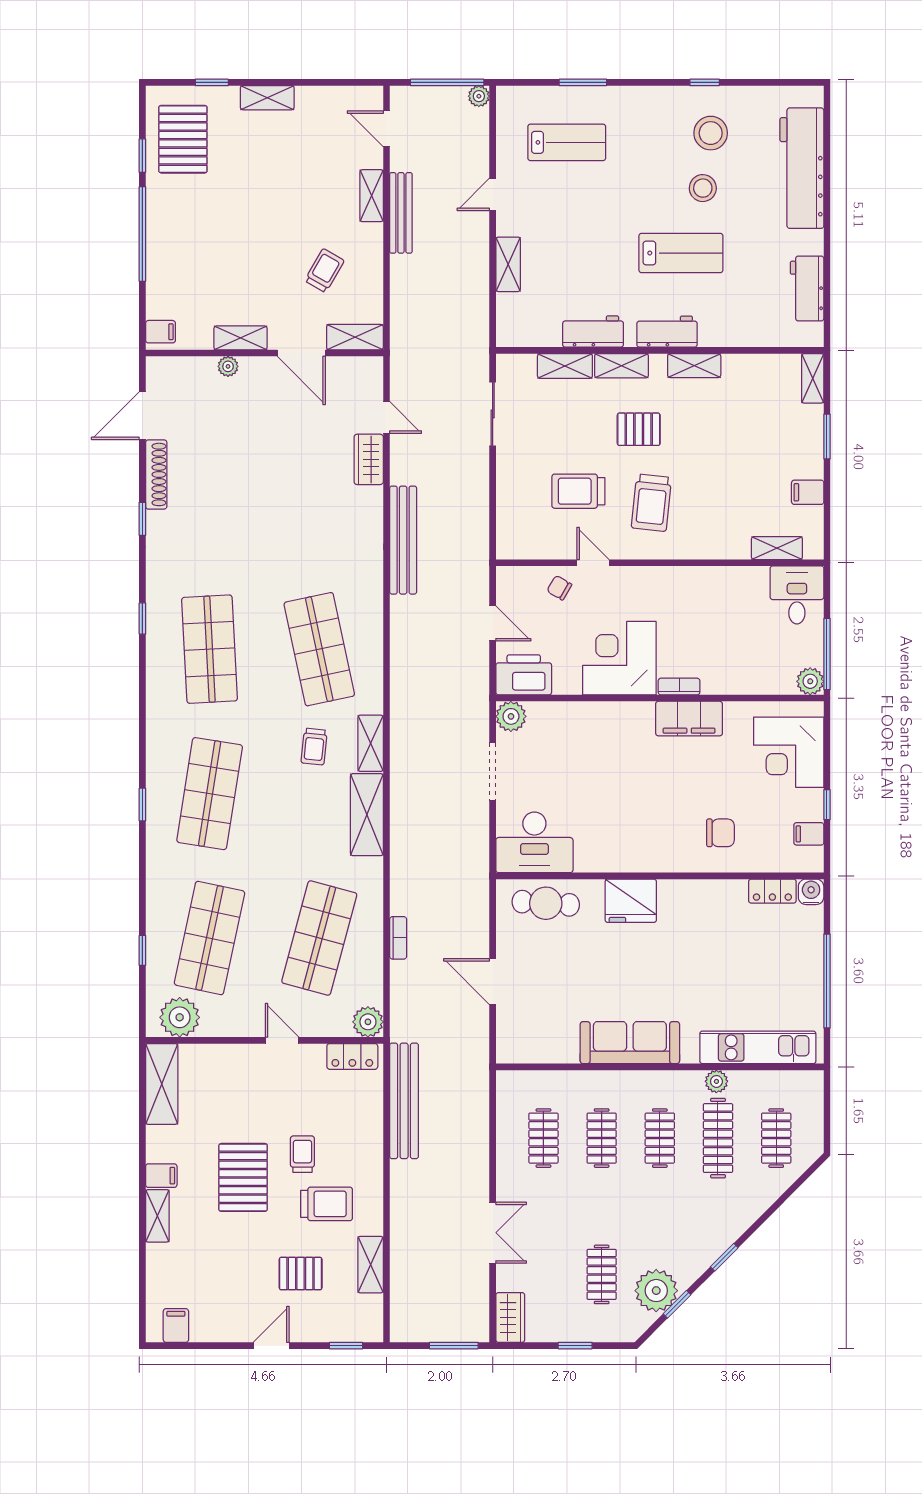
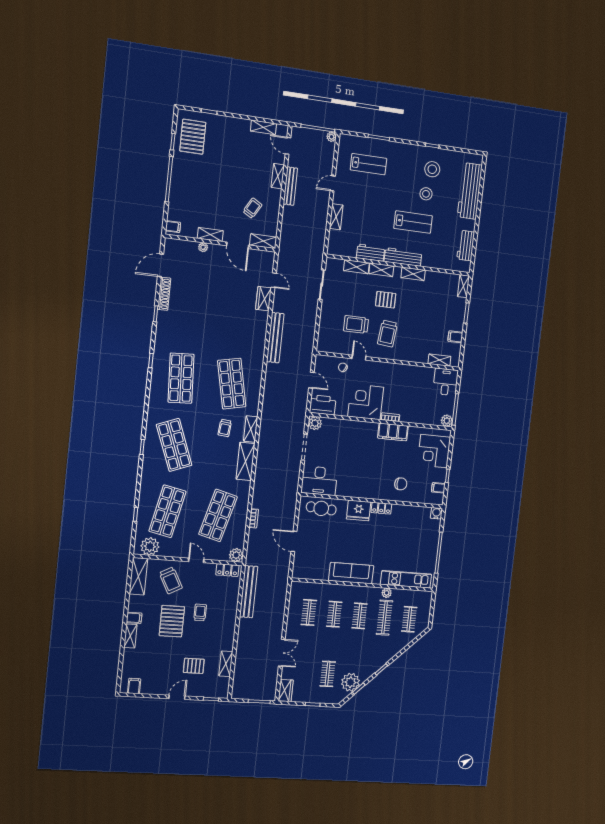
shelving: (267, 98) -> (263, 127), moved
workbench: (667, 332) -> (403, 257), width x1.38
shop shelf: (210, 794) -> (174, 445), turned -30
locker: (772, 891) -> (381, 508), moved
trolley: (327, 1204) -> (171, 580), moved, turned 62

